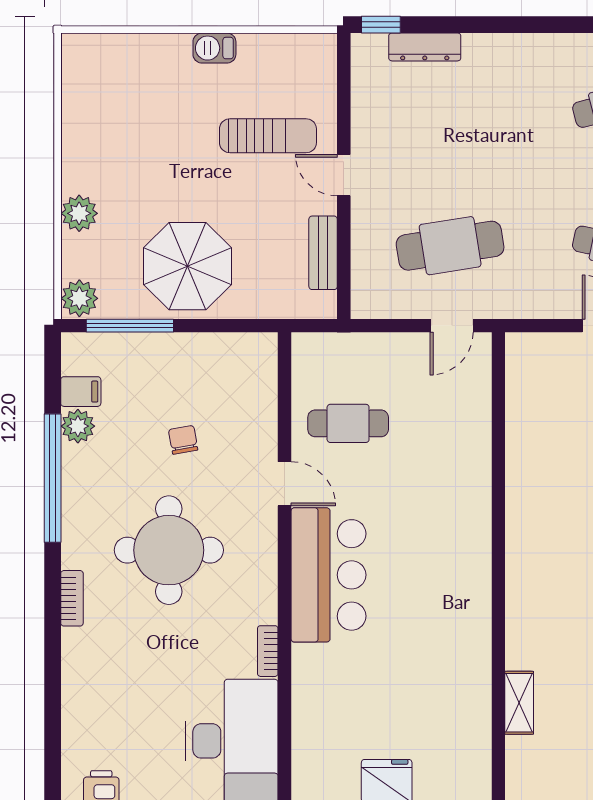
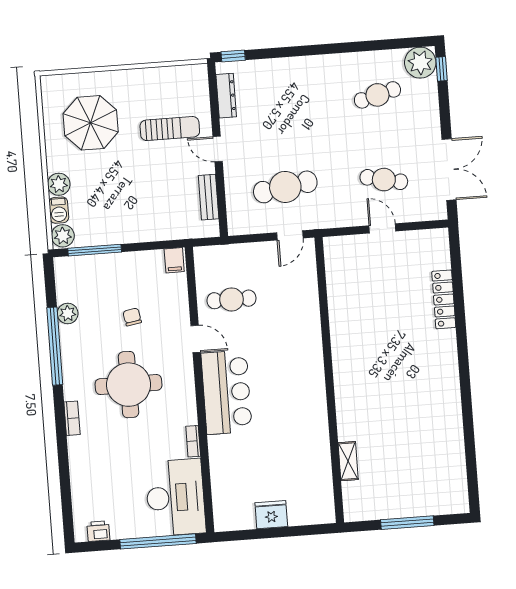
dresser: (425, 47) -> (226, 96), moved, turned -90
barbecue: (214, 48) -> (59, 210), moved, turned -90
parasol: (188, 266) -> (91, 123), moved
filing cabinet: (81, 392) -> (174, 260), moved, turned 90

